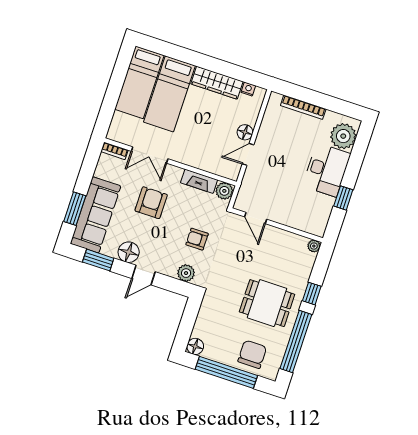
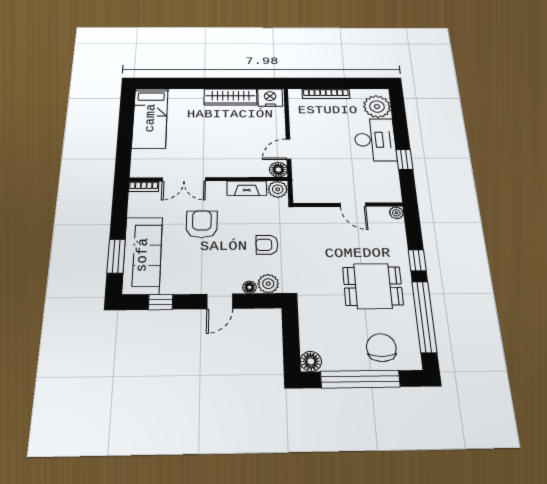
nightstand: (248, 89) -> (270, 98), width x1.89, depth x1.79
bed: (169, 94) -> (185, 119), removed
floor lamp: (245, 132) -> (278, 170), moved
door: (256, 218) -> (353, 205), moved
floor lamp: (129, 252) -> (249, 287), moved, width x0.53, depth x0.53
window: (98, 260) -> (161, 302), width x0.67

